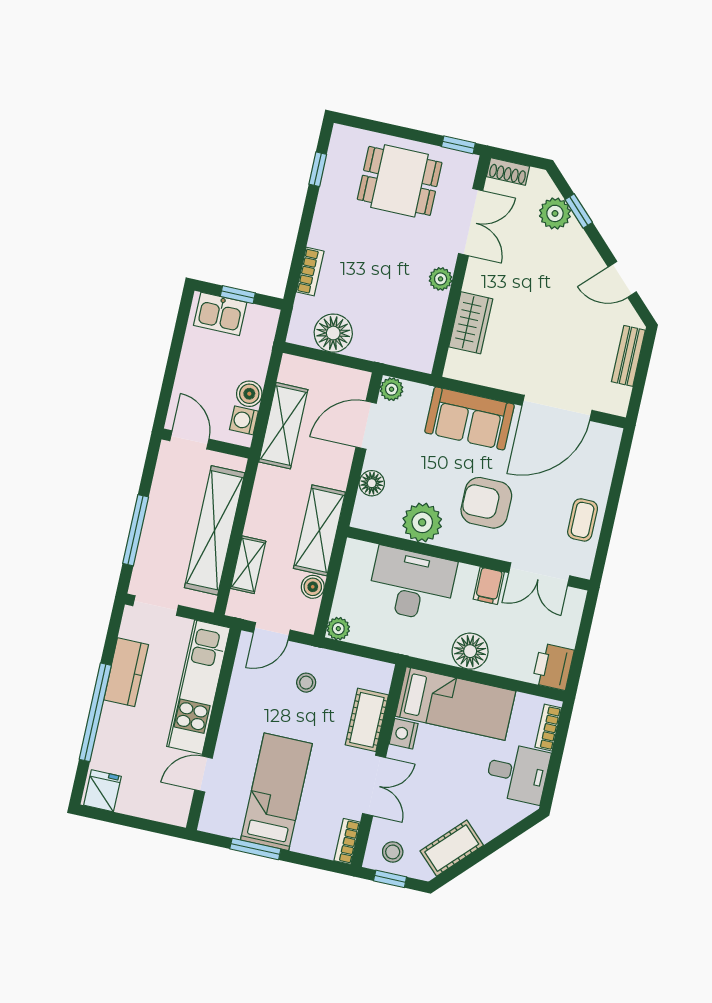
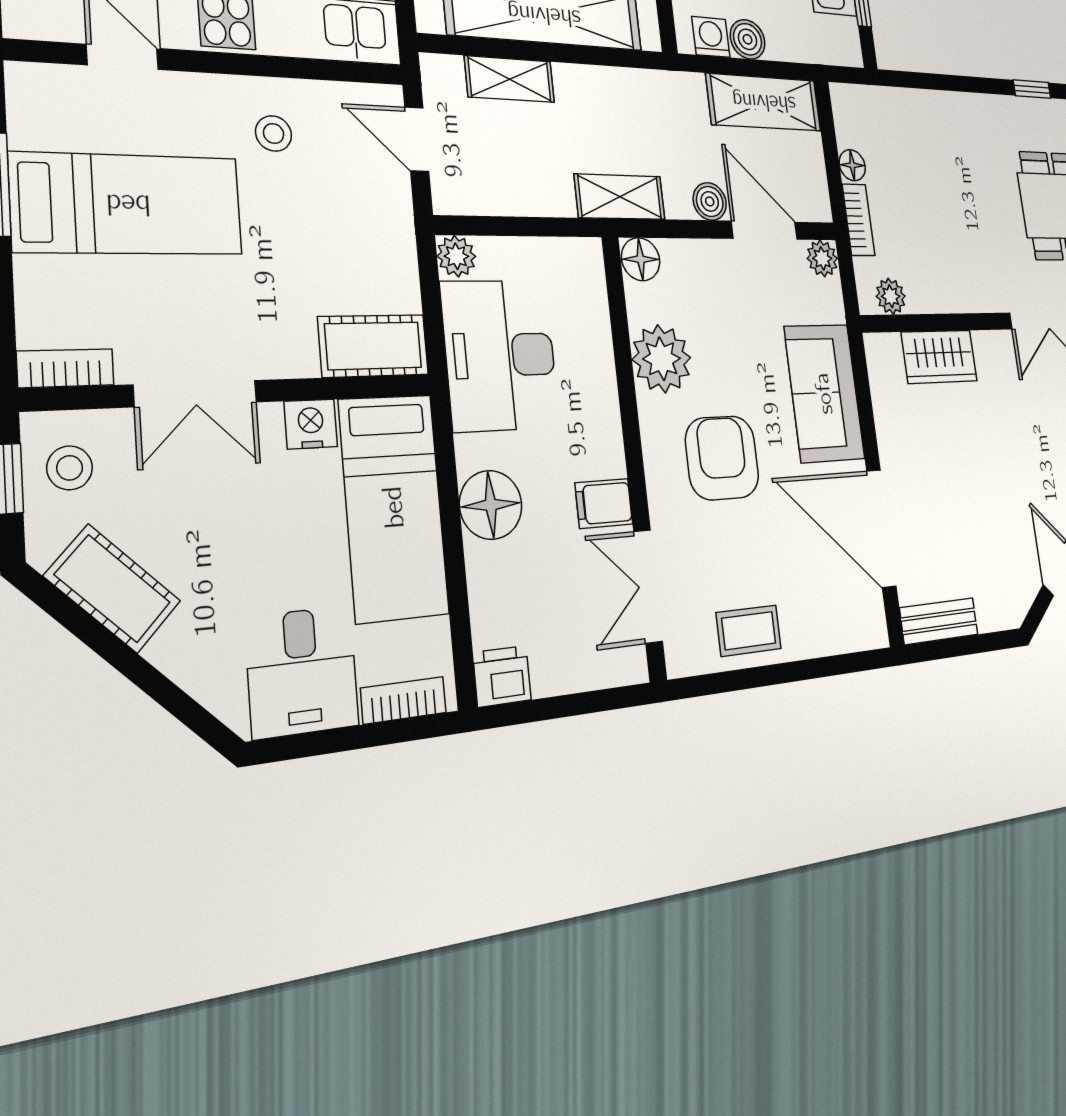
bookcase: (310, 272) -> (858, 220), moved, turned -90
plant: (441, 279) -> (891, 296), moved
floor lamp: (333, 333) -> (852, 165), width x0.53, depth x0.53
bench: (628, 356) -> (939, 621), moved
shelving: (283, 426) -> (764, 102), moved
floor lamp: (372, 483) -> (641, 259), moved
shelving: (319, 530) -> (620, 197), width x0.67, depth x0.75
desk: (412, 584) -> (500, 355), moved, turned 180
boiler: (313, 587) -> (710, 201), moved
printer: (553, 667) -> (502, 676), width x0.73, depth x0.81
stool: (306, 683) -> (274, 133), moved
cot: (367, 720) -> (373, 346), moved

